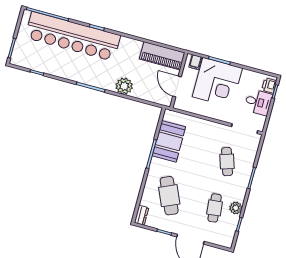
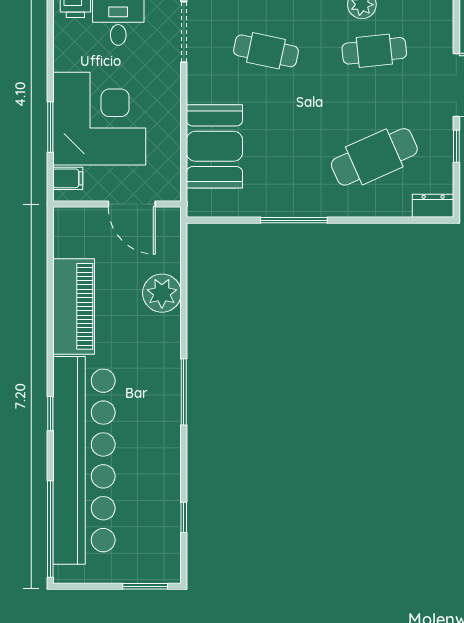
piano: (162, 56) -> (74, 306), moved
plant: (124, 86) -> (162, 293), moved
door: (177, 86) -> (132, 204), hinge flipped
booth: (169, 141) -> (214, 146), moved, turned 90
cafe table: (227, 162) -> (266, 51), turned 30

